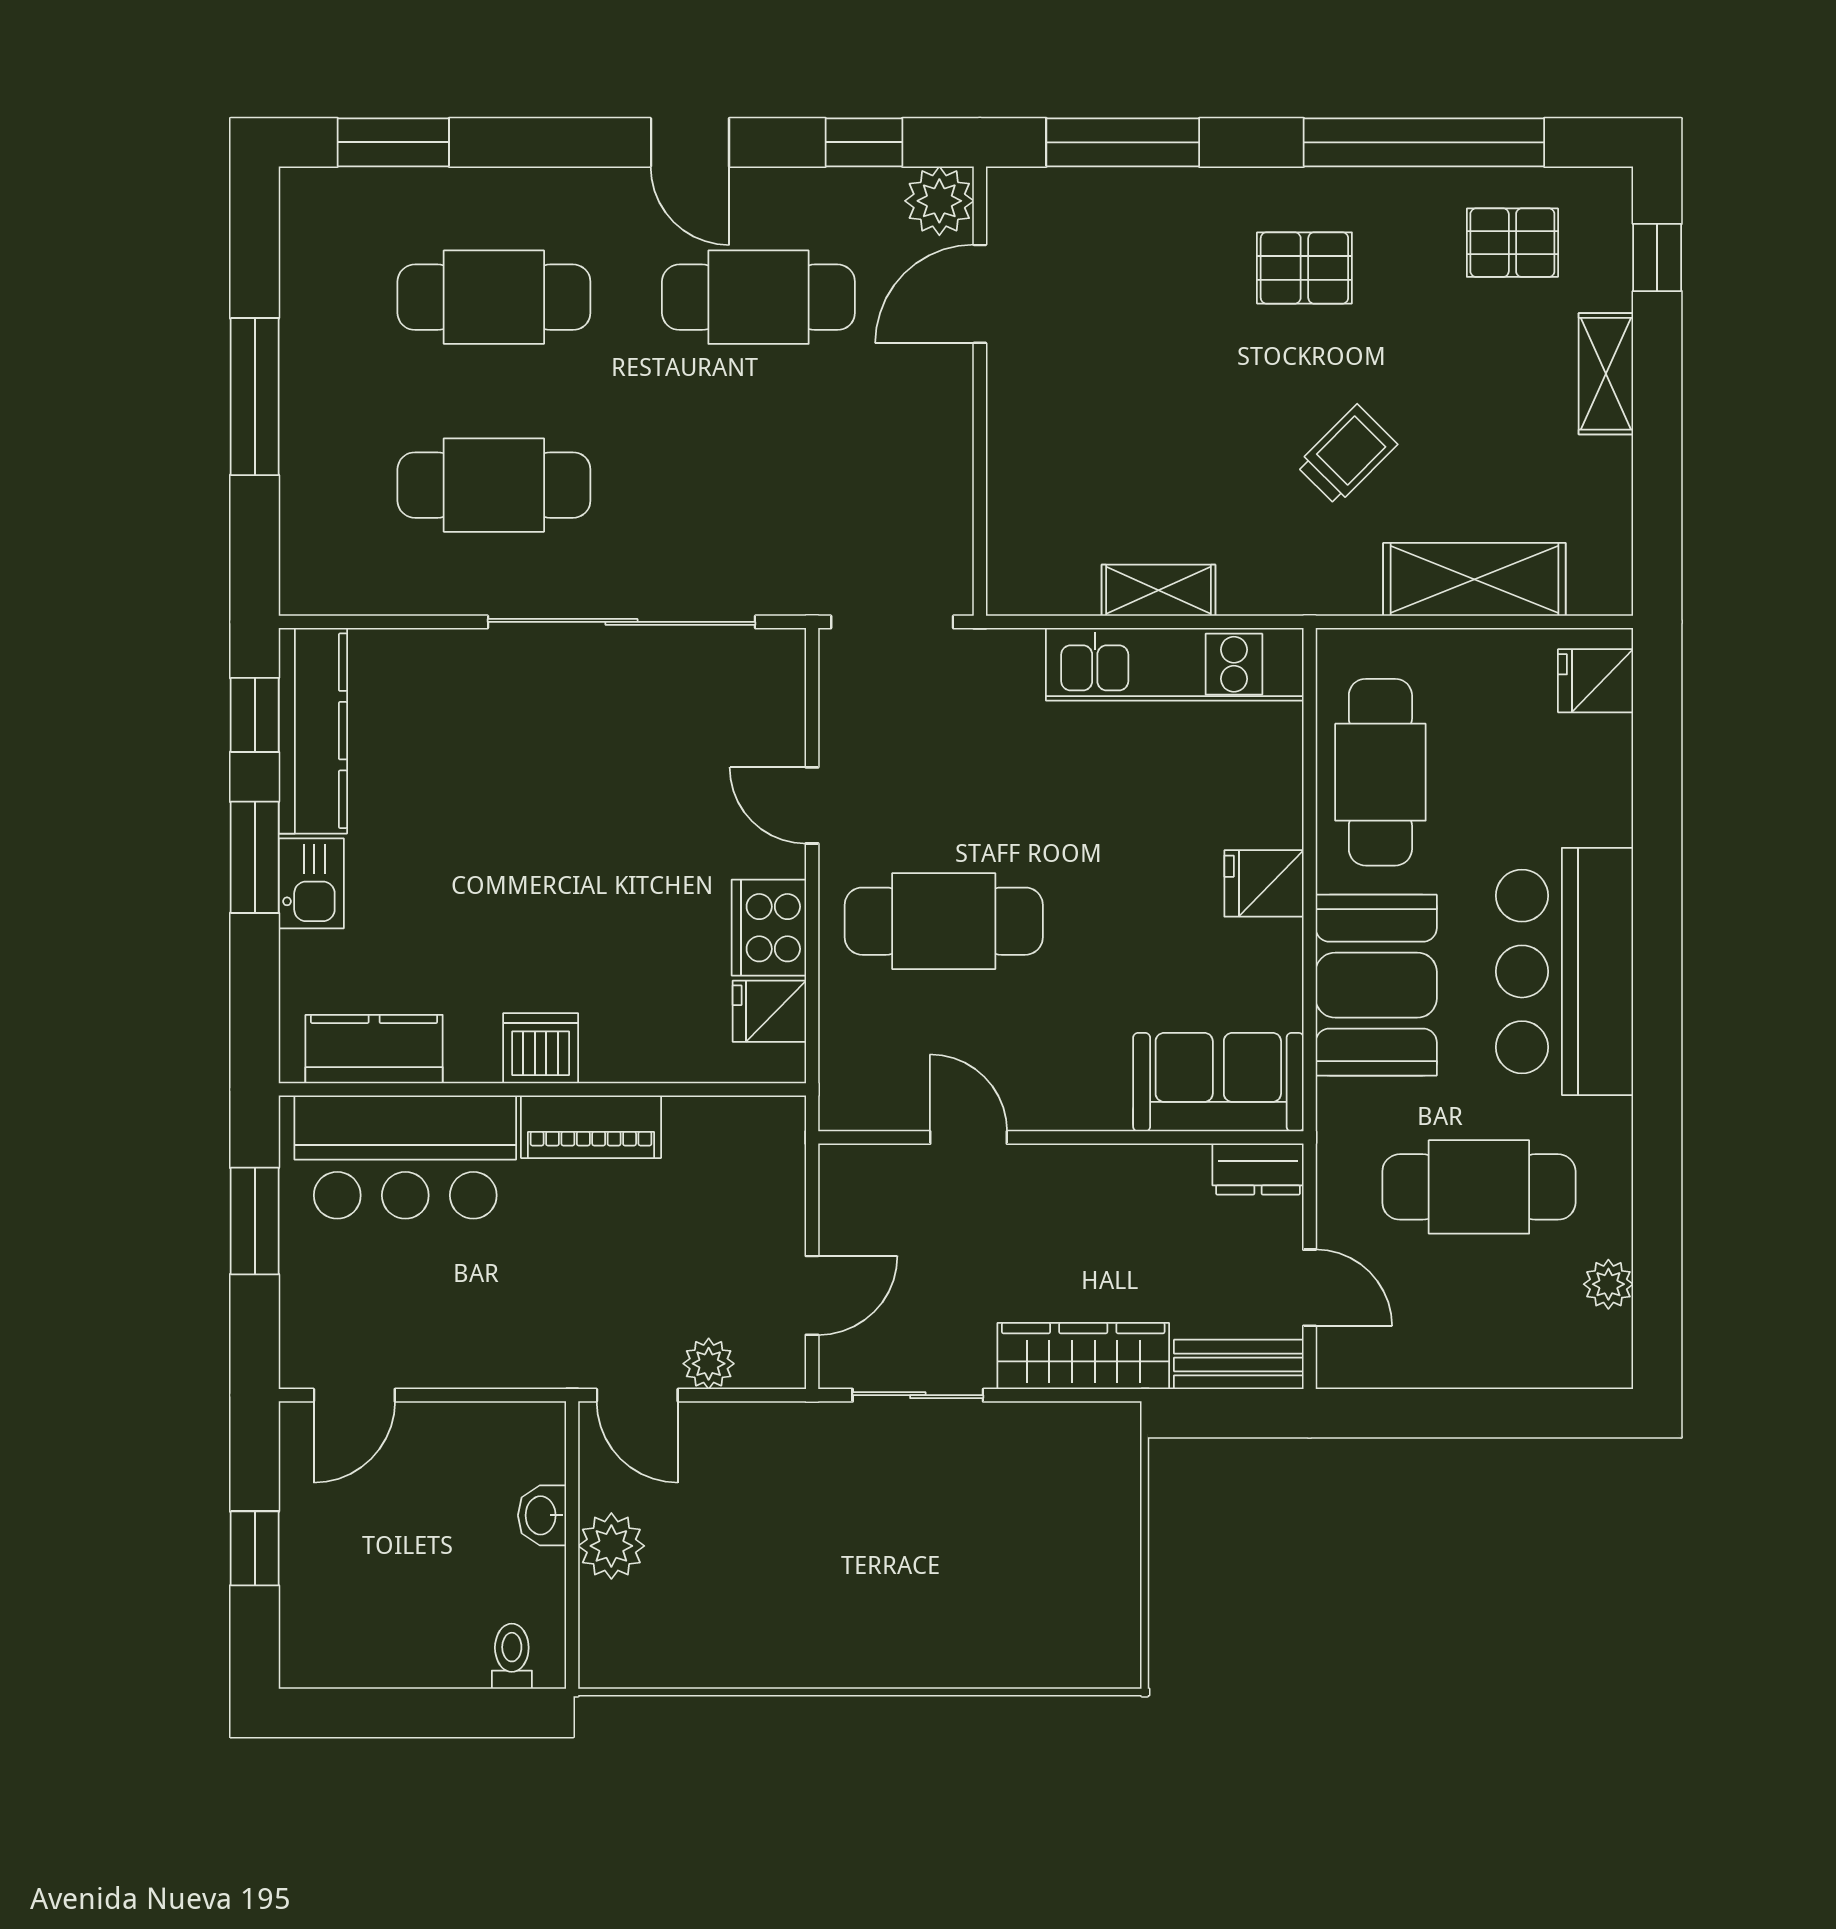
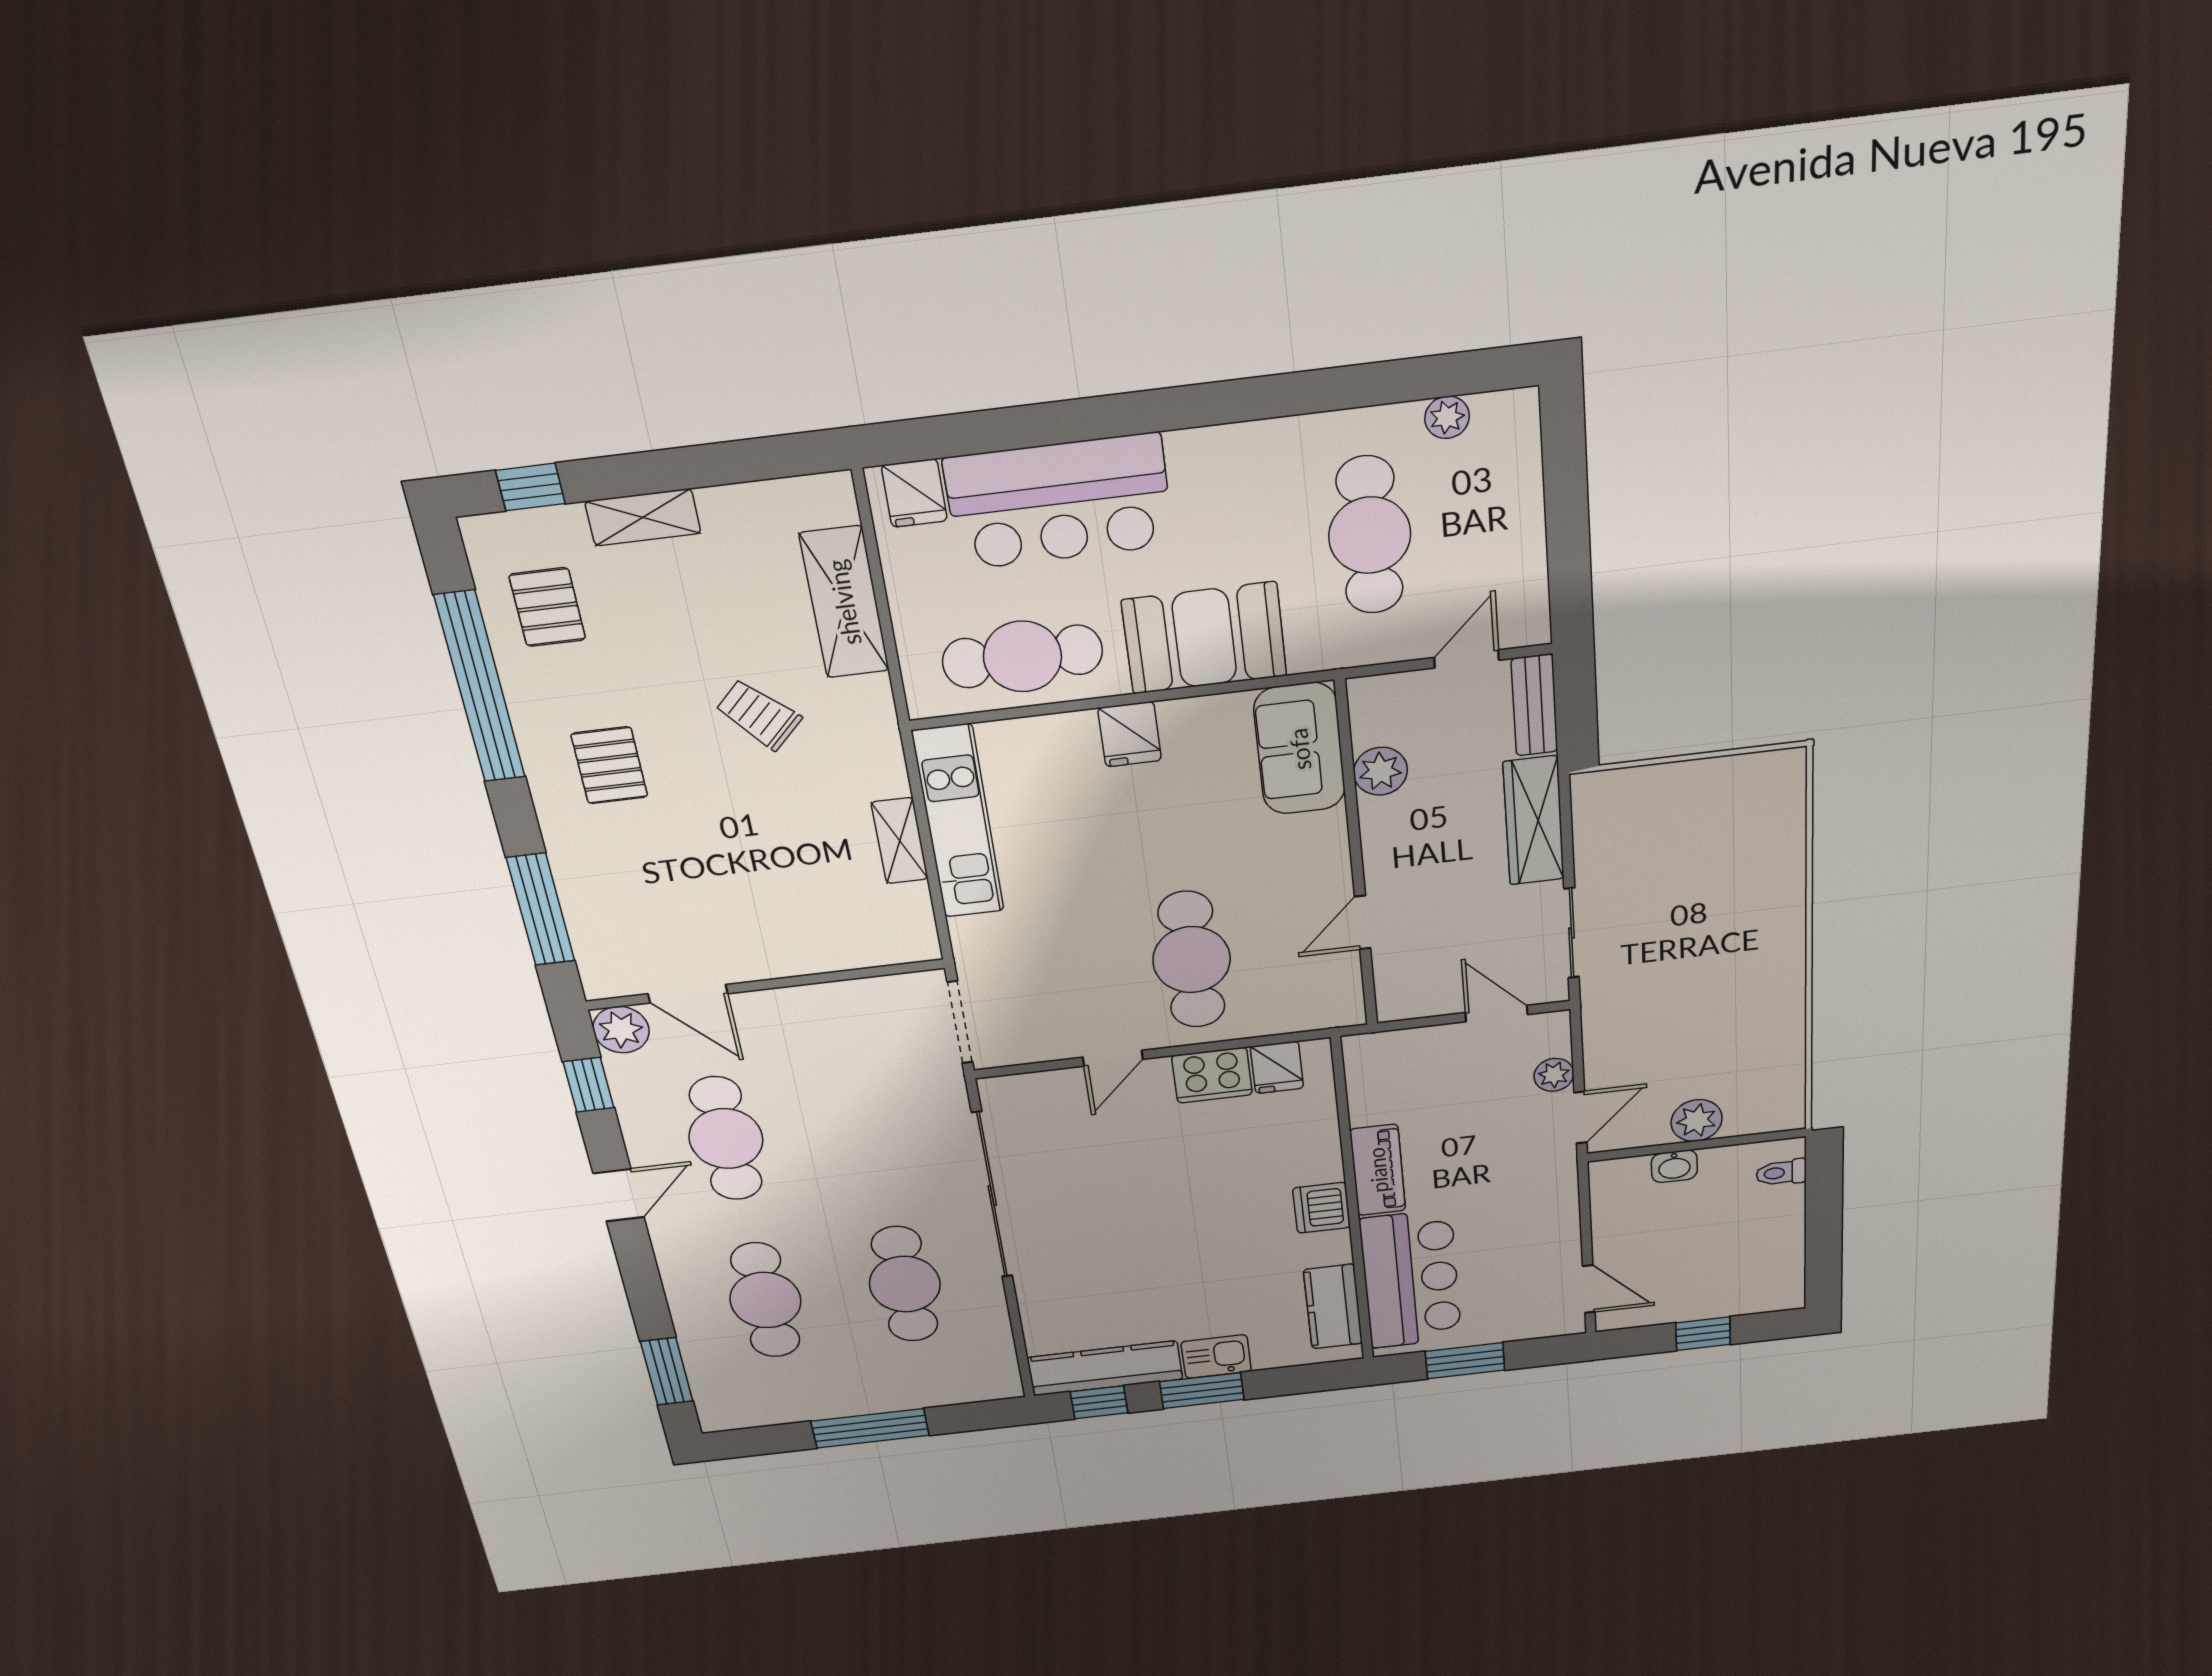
bar counter: (1565, 971) -> (1059, 502), moved
dresser: (1258, 1169) -> (1369, 710), removed
plant: (1175, 1176) -> (1380, 771), added

